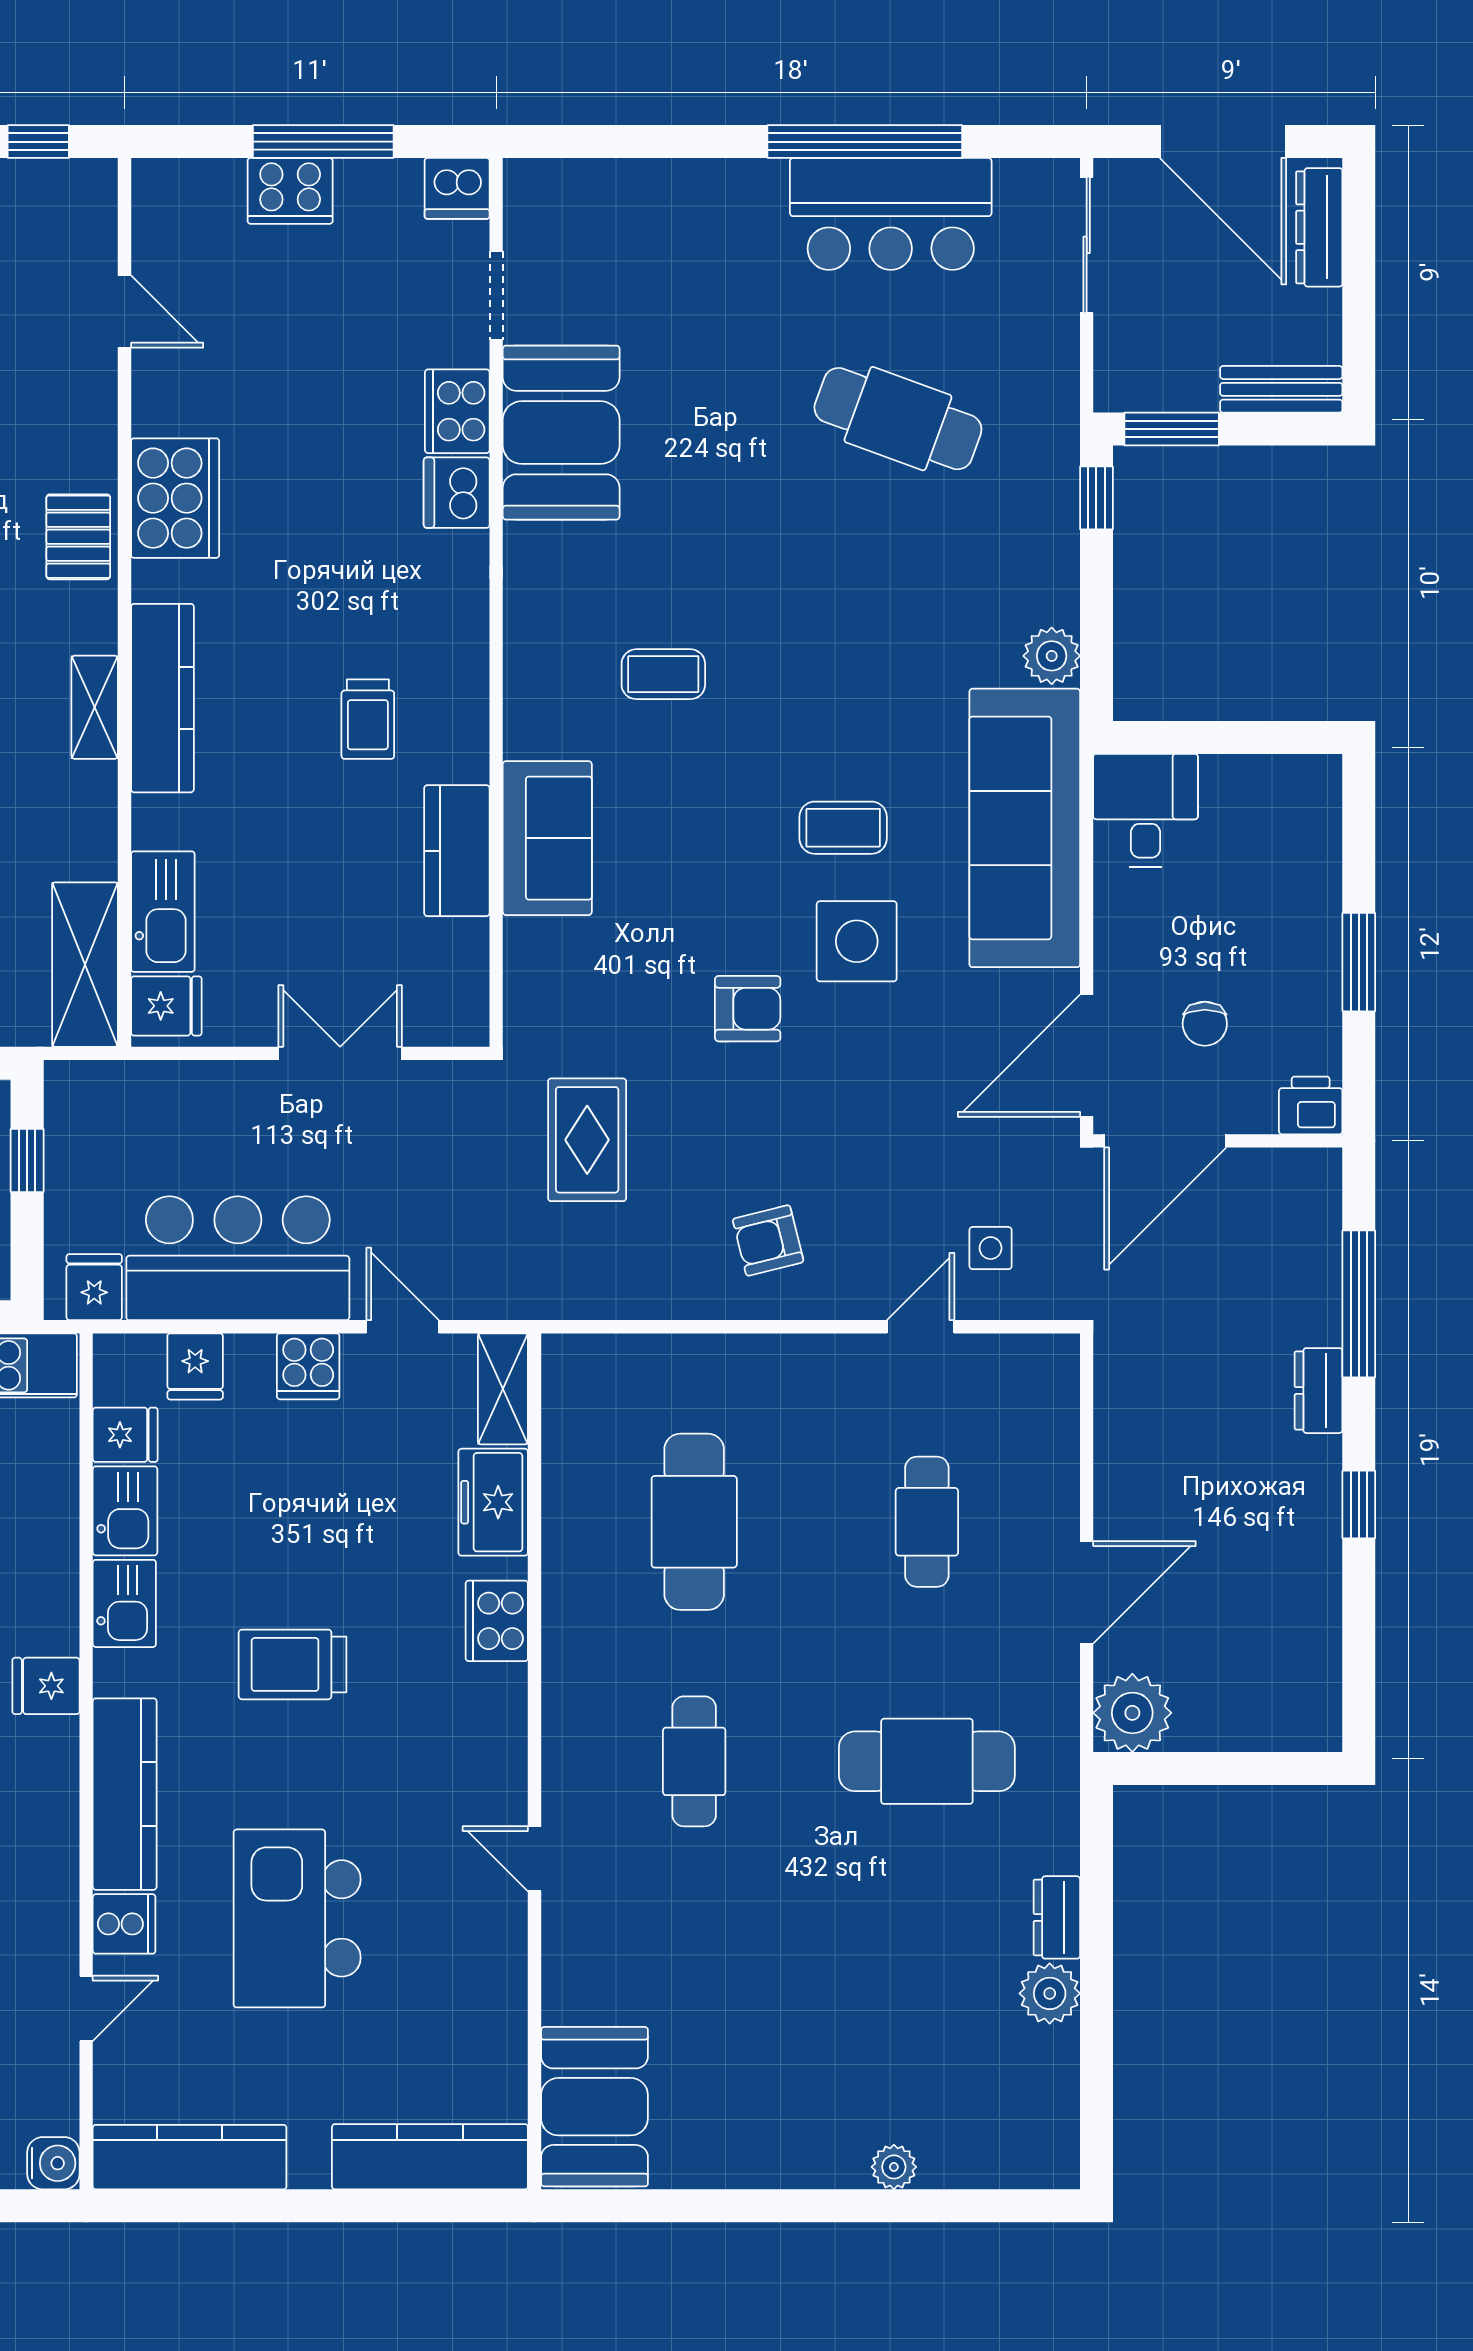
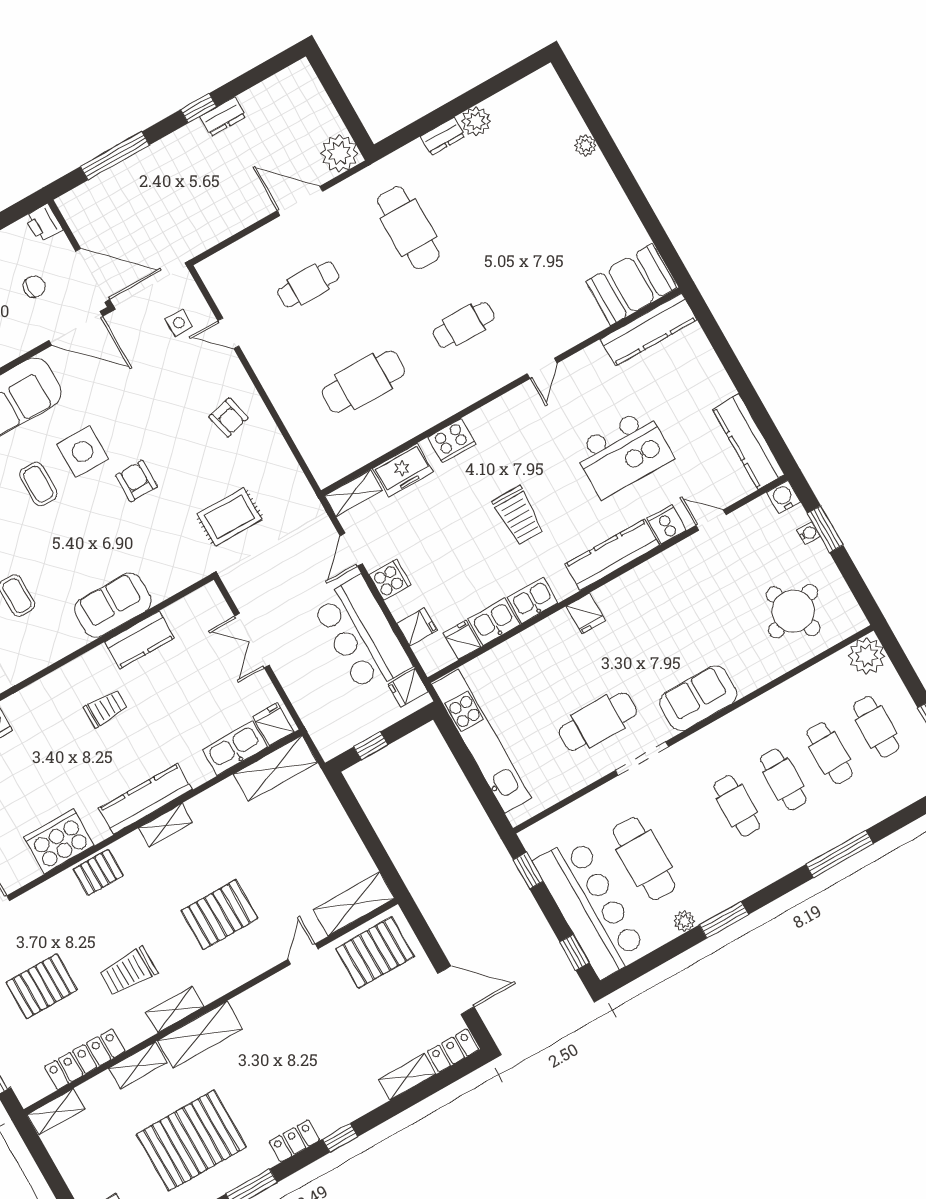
dresser: (1319, 1391) -> (223, 117), moved
kitchen counter: (430, 2157) -> (649, 330), moved, turned -90

